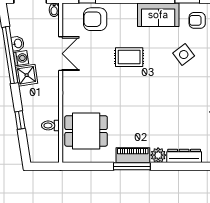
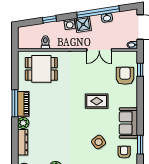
rug: (129, 57) -> (97, 101), turned 90
washing machine: (21, 58) -> (70, 24), moved
dining table: (86, 131) -> (41, 69), turned 90

